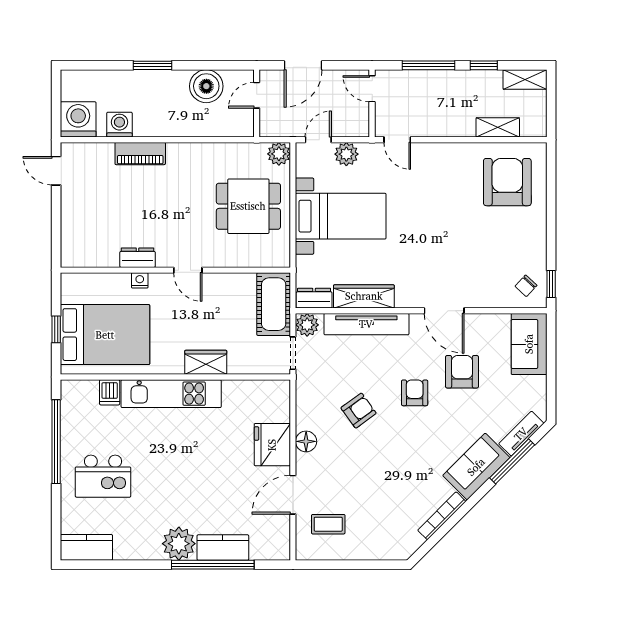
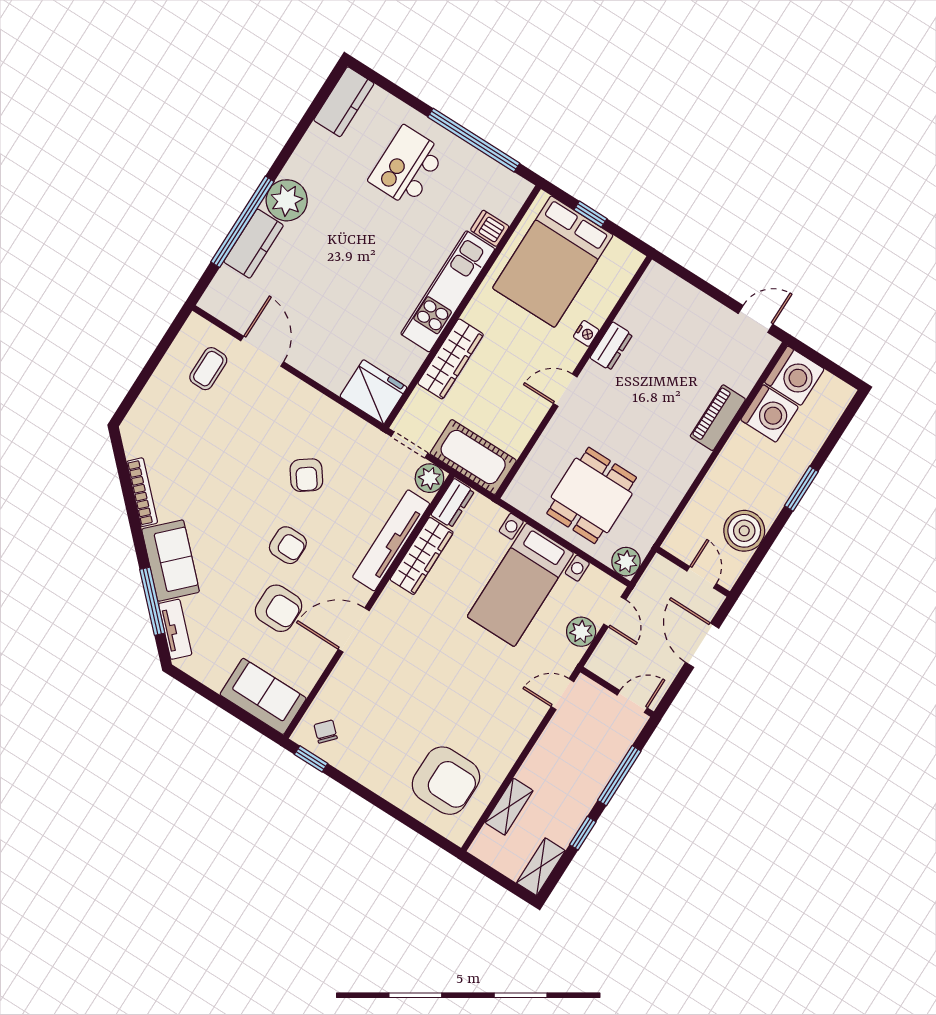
washing machine: (119, 125) -> (769, 413), width x1.37, depth x1.37
wardrobe: (206, 362) -> (451, 359), width x1.50
floor lamp: (306, 441) -> (309, 400), removed
fridge: (272, 445) -> (373, 392), moved

